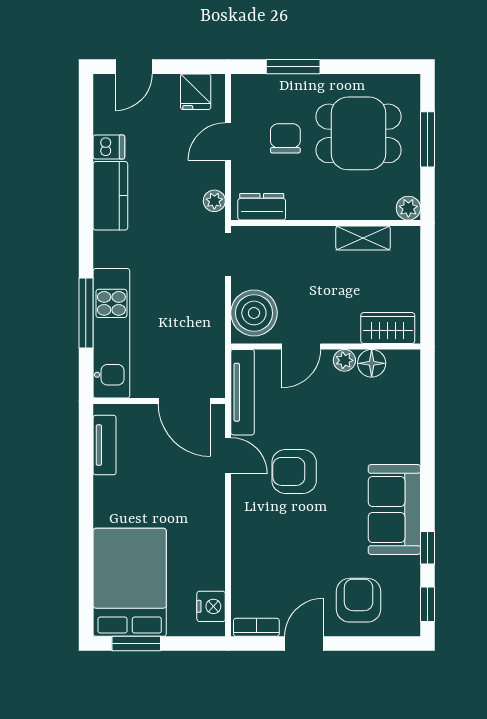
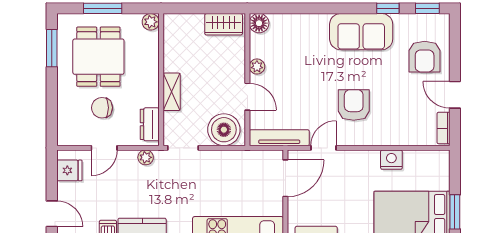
window: (293, 67) -> (52, 48), moved
door: (228, 142) -> (104, 148), hinge flipped
shelving: (363, 238) -> (172, 92), moved
wardrobe: (388, 328) -> (224, 24), moved, turned -90
floor lamp: (372, 363) -> (259, 23), moved
armchair: (294, 471) -> (354, 105), moved, turned 180
armchair: (359, 600) -> (425, 57), turned -90
nightstand: (211, 606) -> (391, 160), moved

